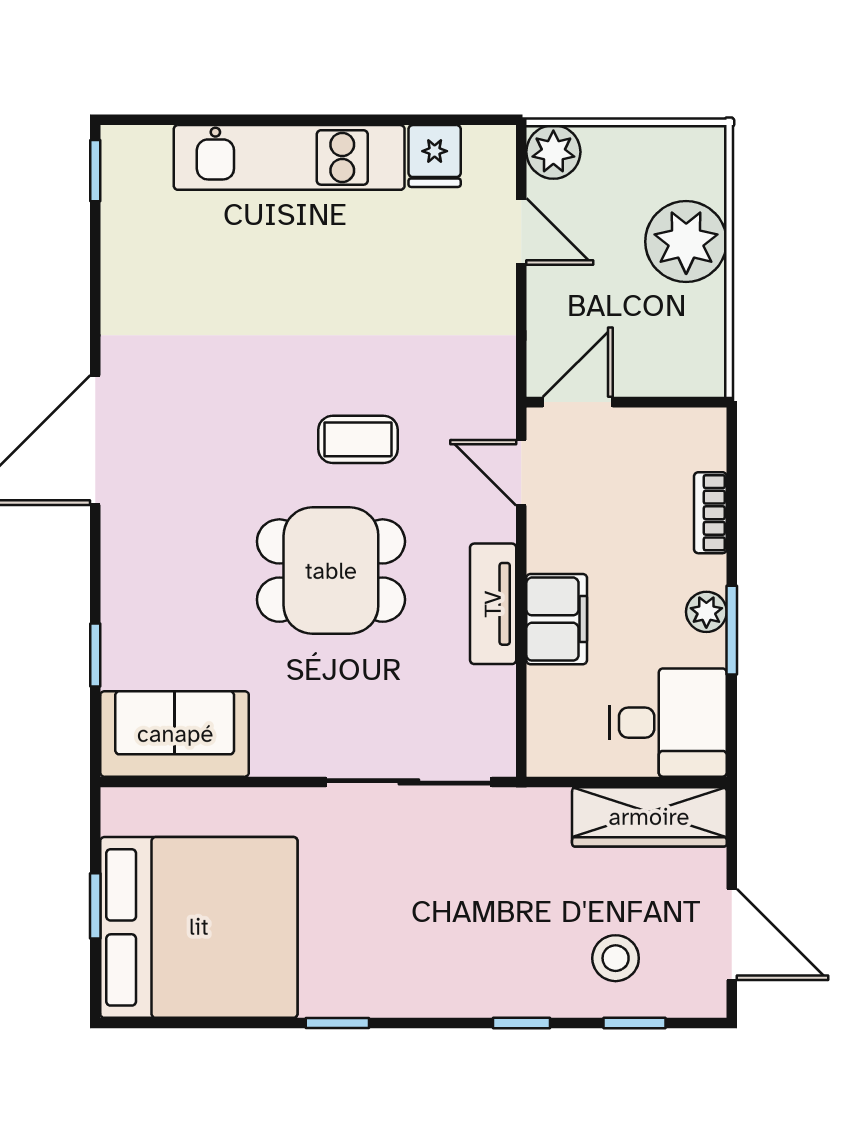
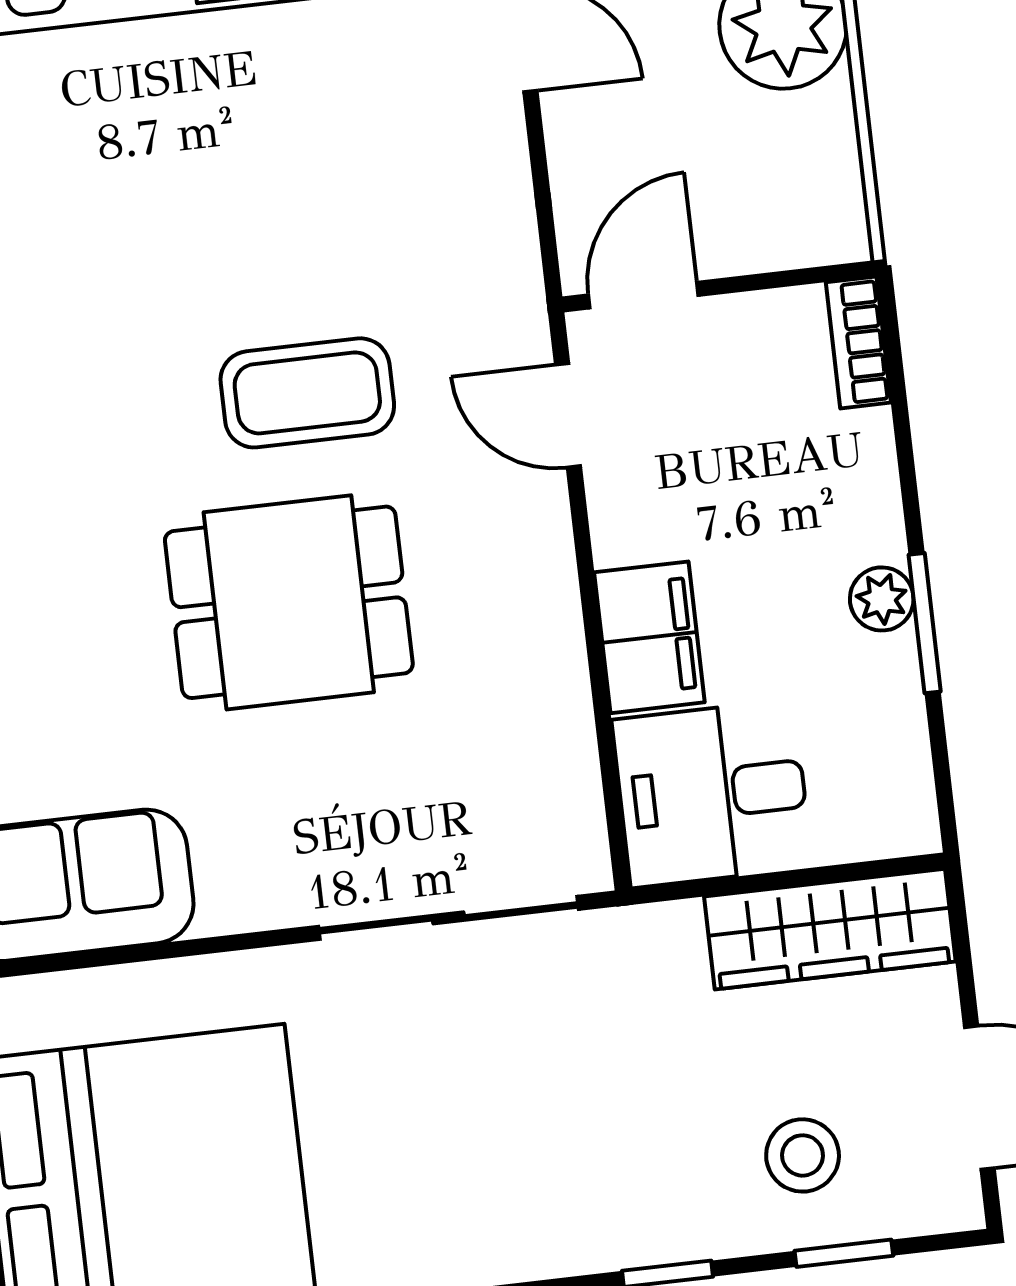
coffee table: (358, 439) -> (307, 393), width x1.36, depth x1.30
bookcase: (710, 513) -> (858, 342), moved
tv unit: (493, 604) -> (548, 625), removed
desk: (668, 723) -> (712, 794), moved, turned 180

